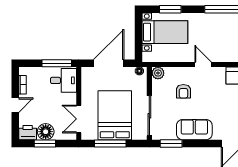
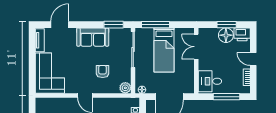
window: (57, 63) -> (227, 97), moved
door: (15, 105) -> (253, 59), hinge flipped
bed: (115, 115) -> (164, 50), width x0.67
double door: (79, 119) -> (196, 47), swing flipped
window: (110, 144) -> (156, 25), moved

